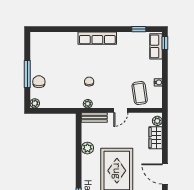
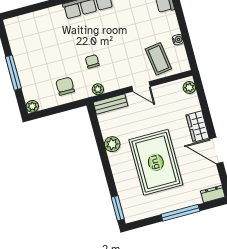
chair: (39, 82) -> (65, 86), moved
door: (121, 110) -> (141, 86), hinge flipped
wardrobe: (156, 138) -> (198, 126), moved

